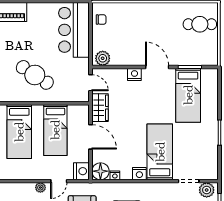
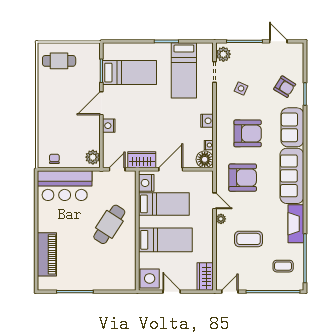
cafe table: (200, 24) -> (59, 61), turned 90
bed: (160, 152) -> (184, 70), moved, turned -90
nightstand: (81, 171) -> (146, 183), moved, turned -90

